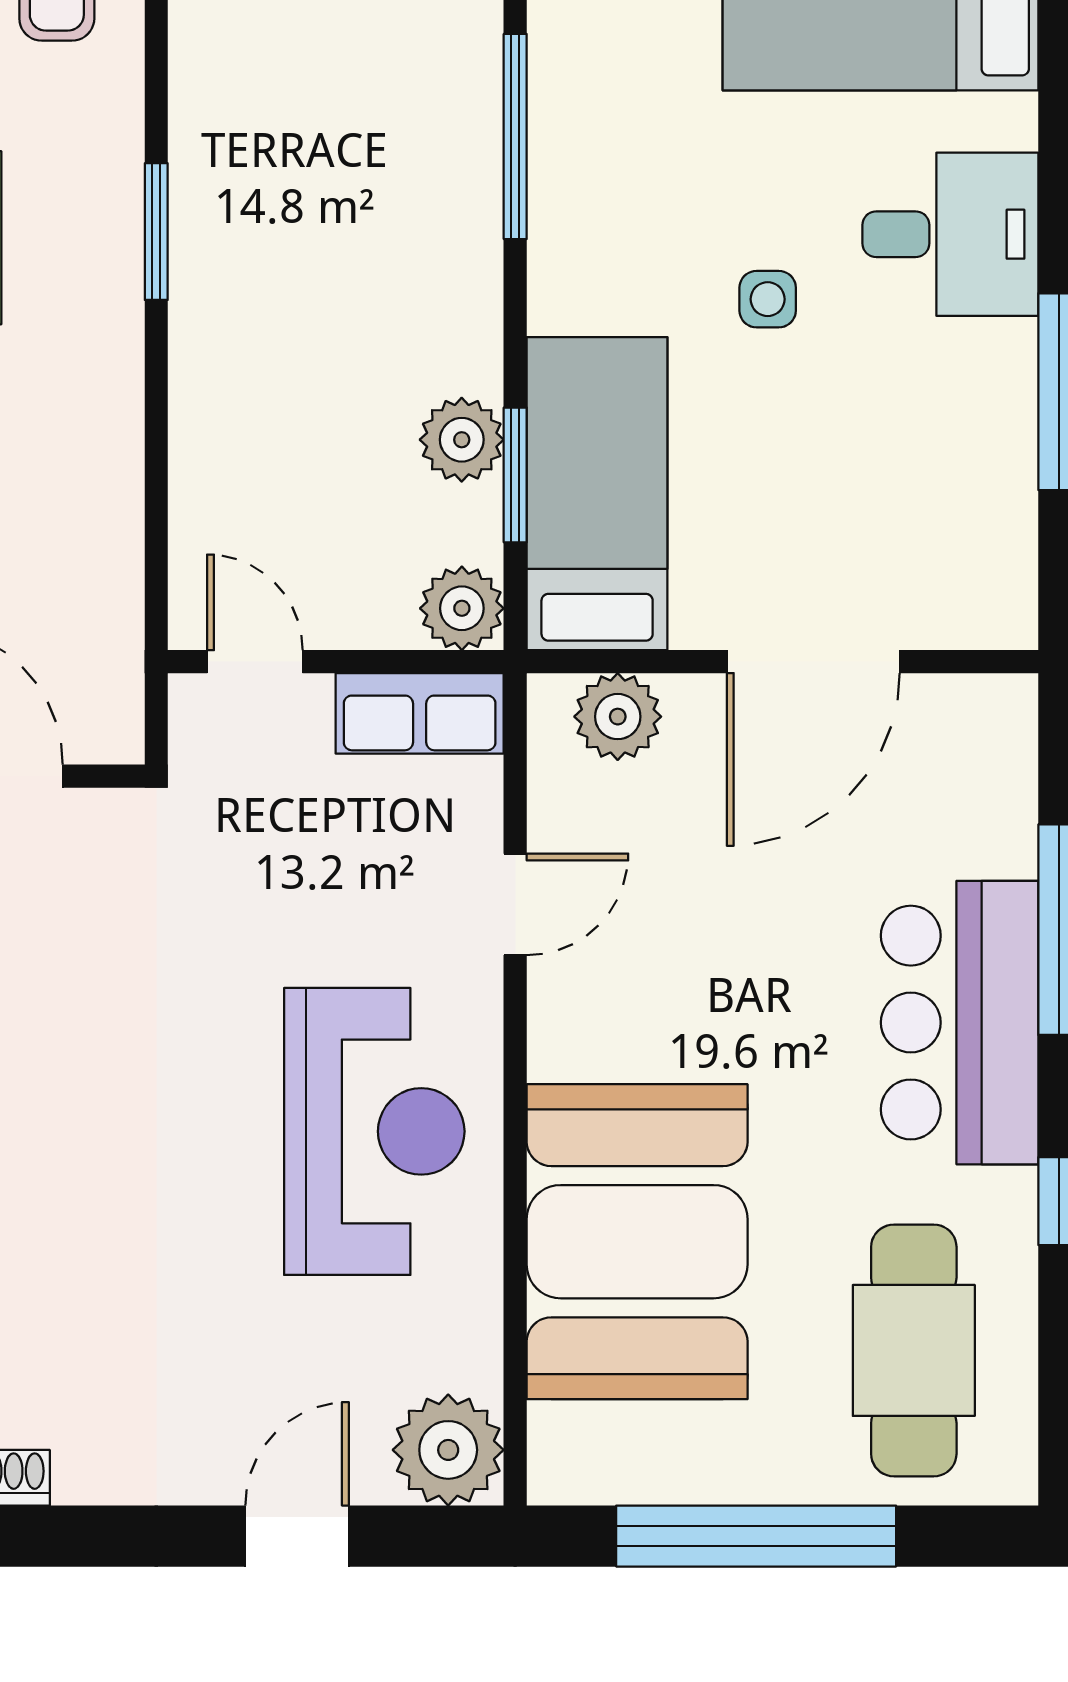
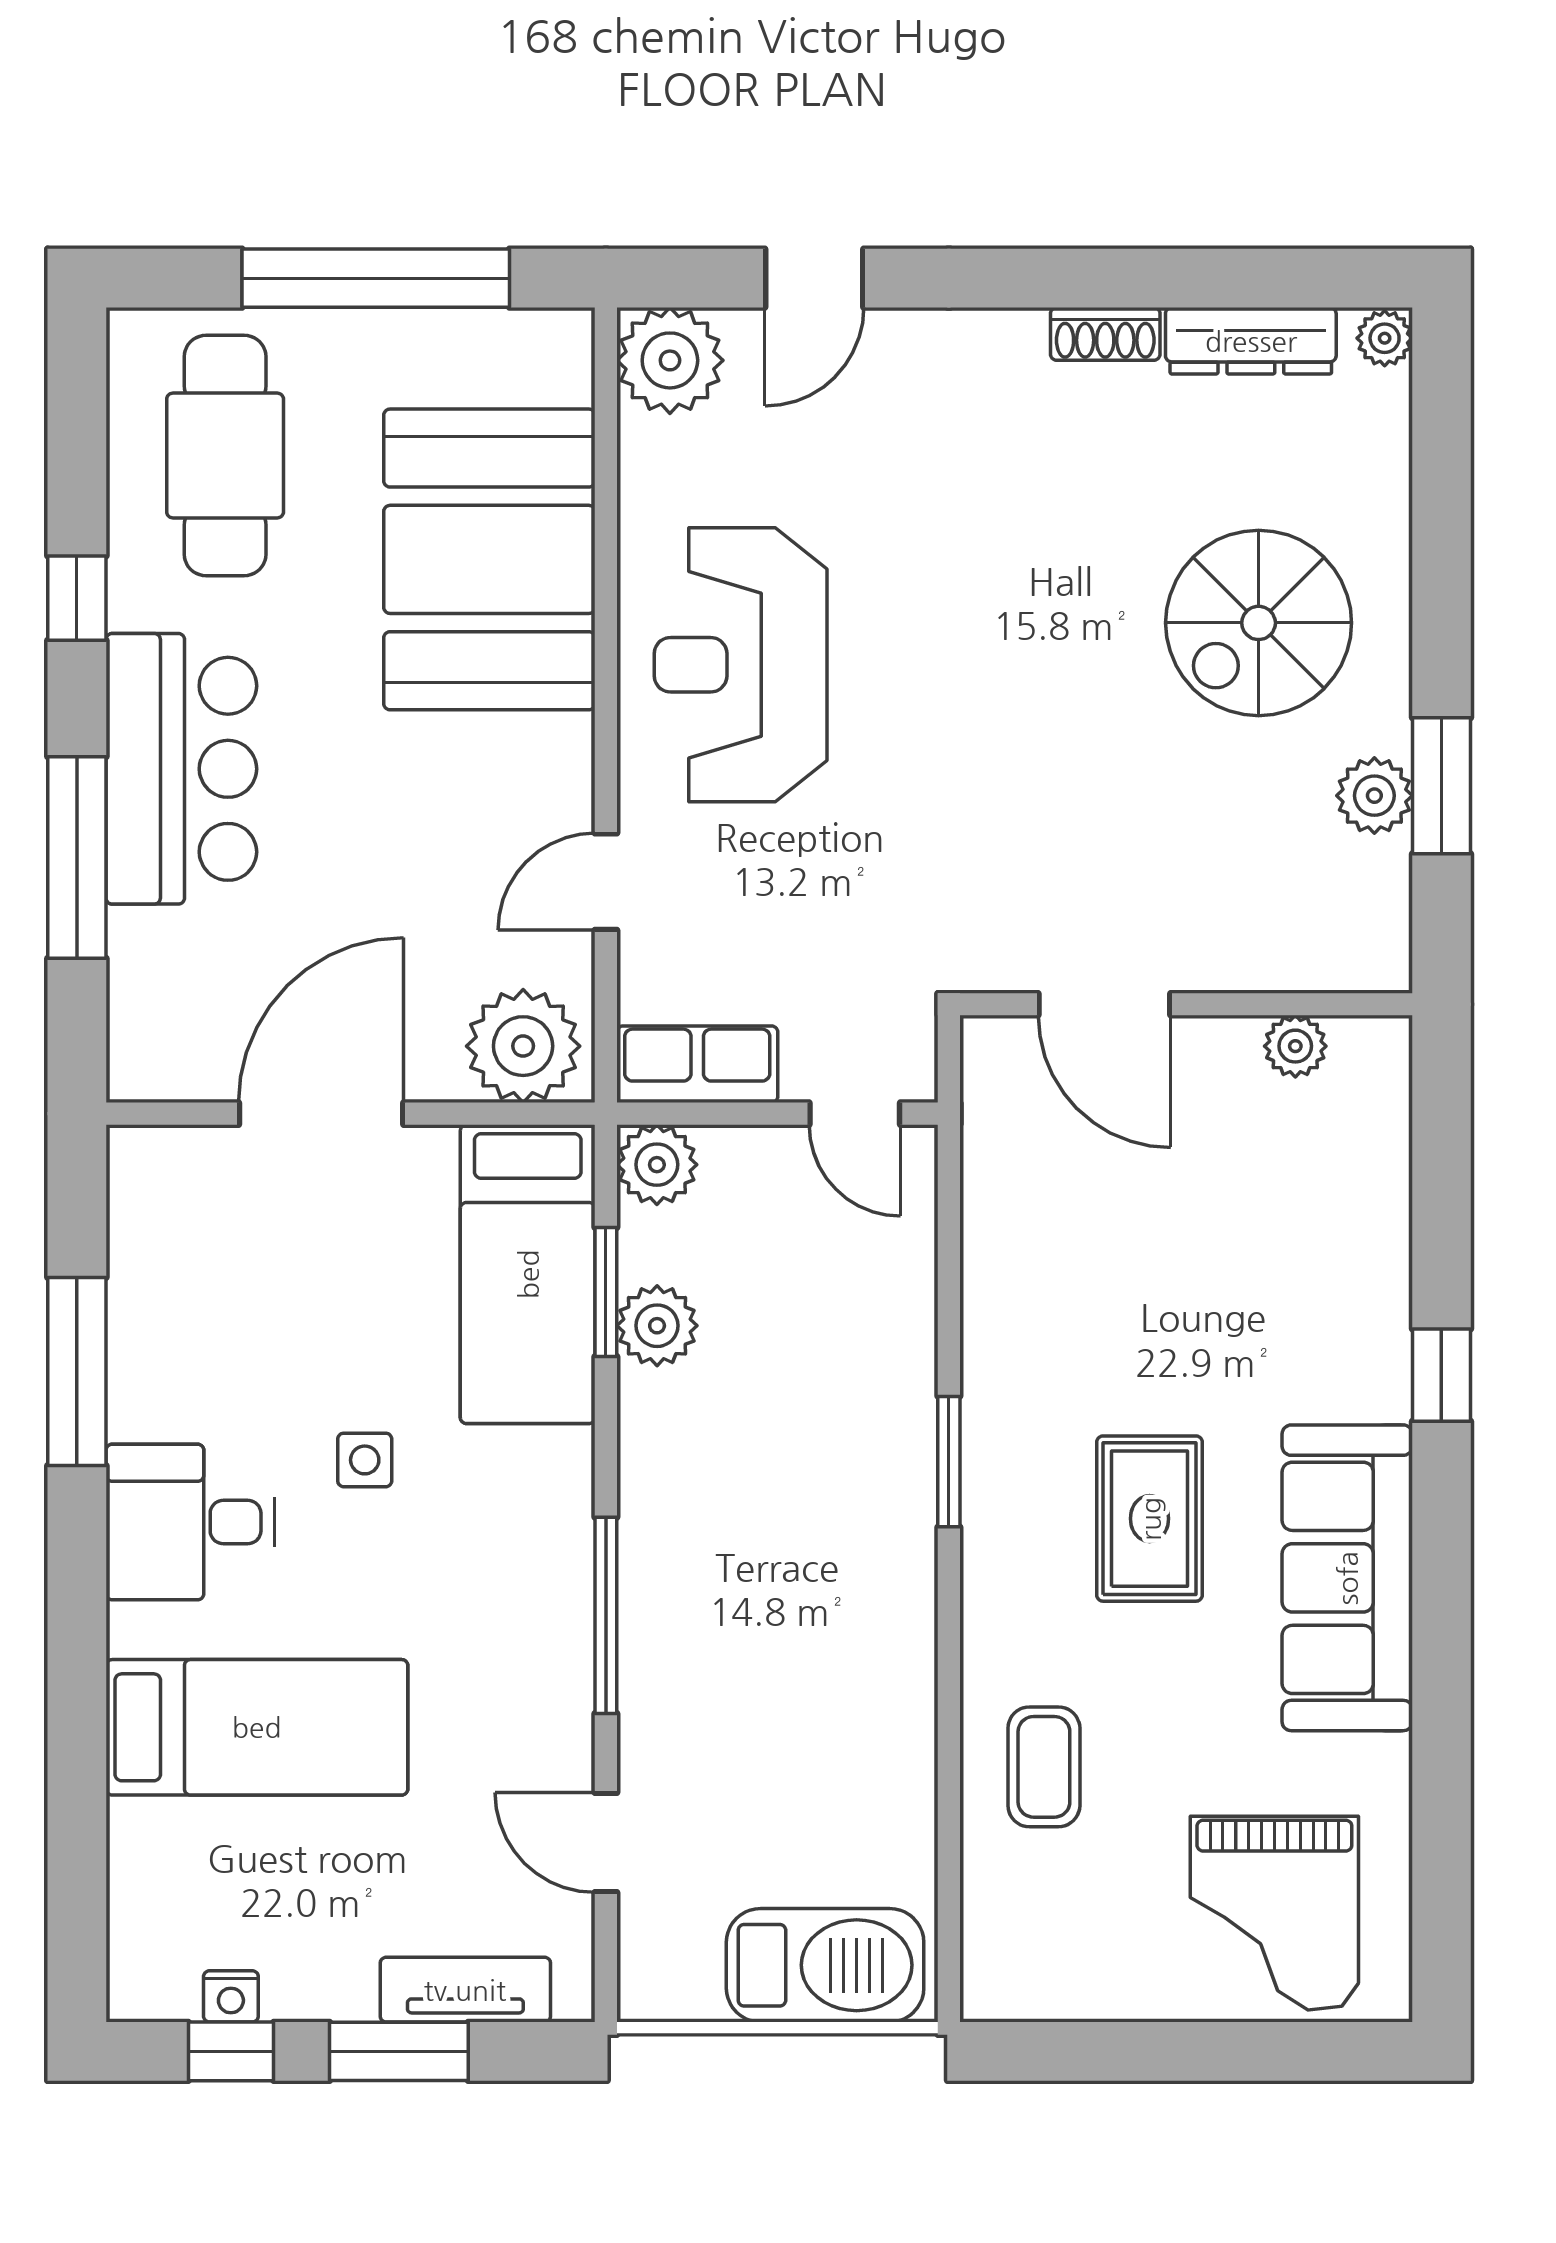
window: (156, 232) -> (949, 1462), moved
plant: (618, 717) -> (523, 1046), width x1.36, depth x1.36

